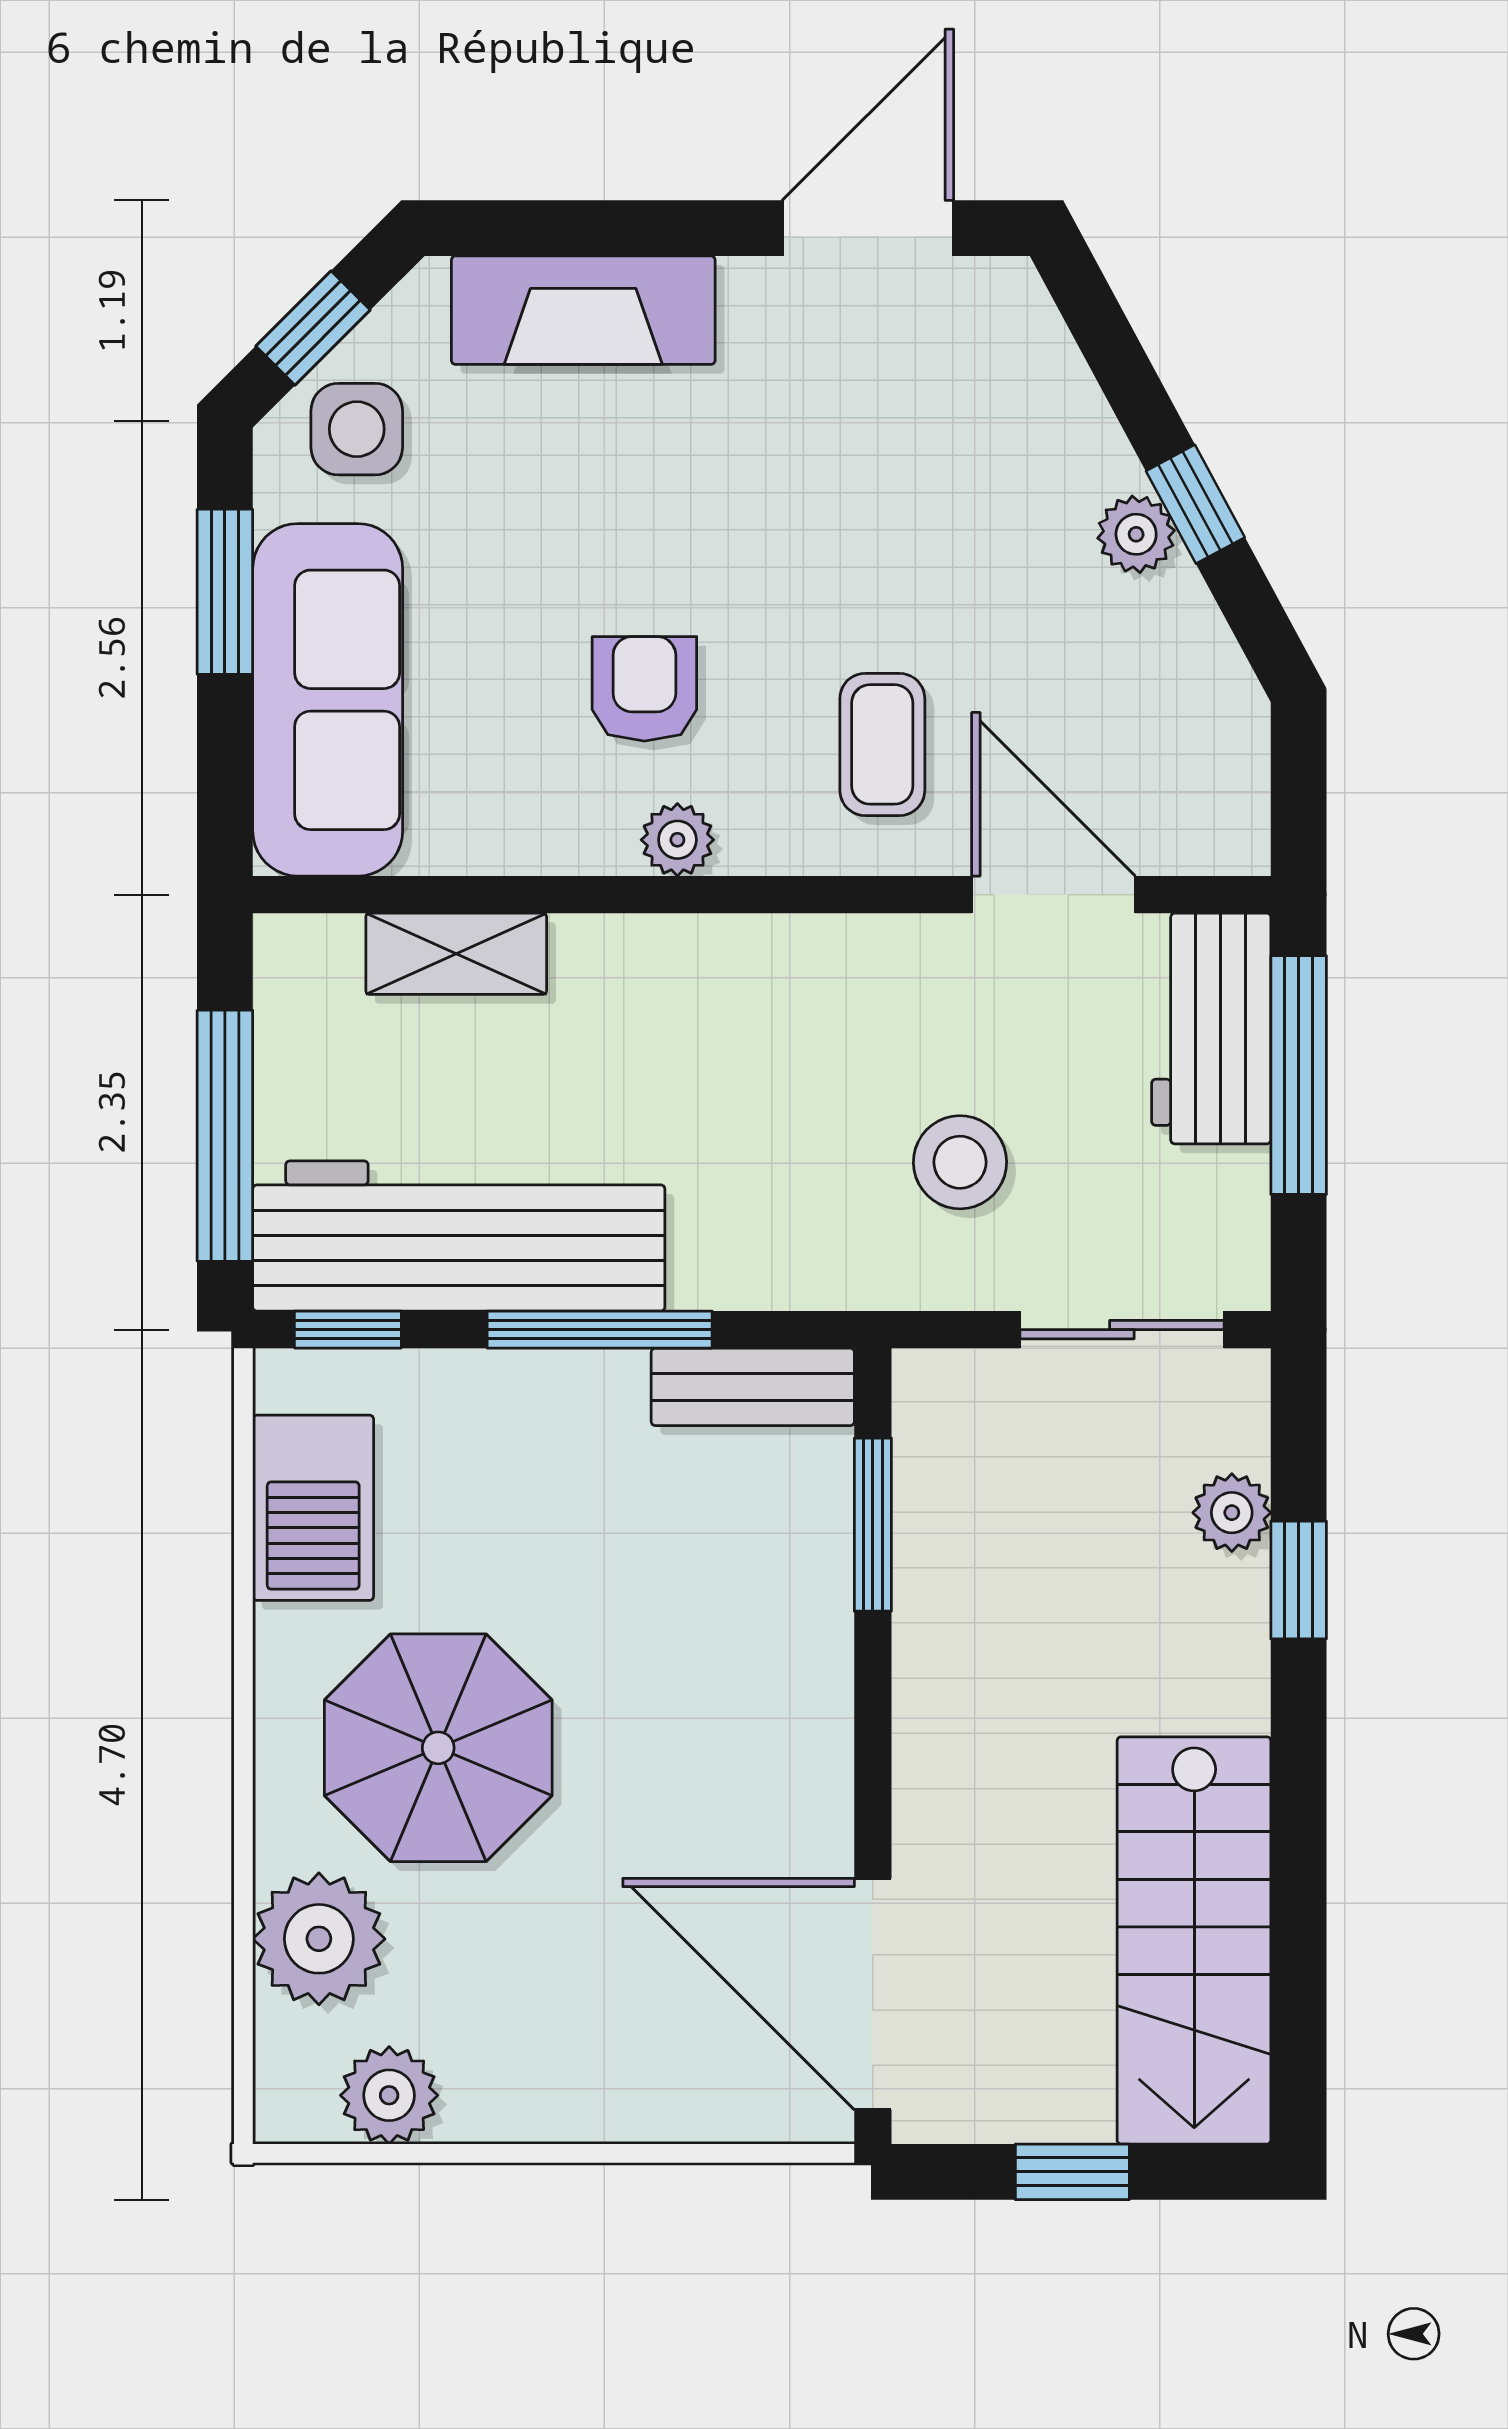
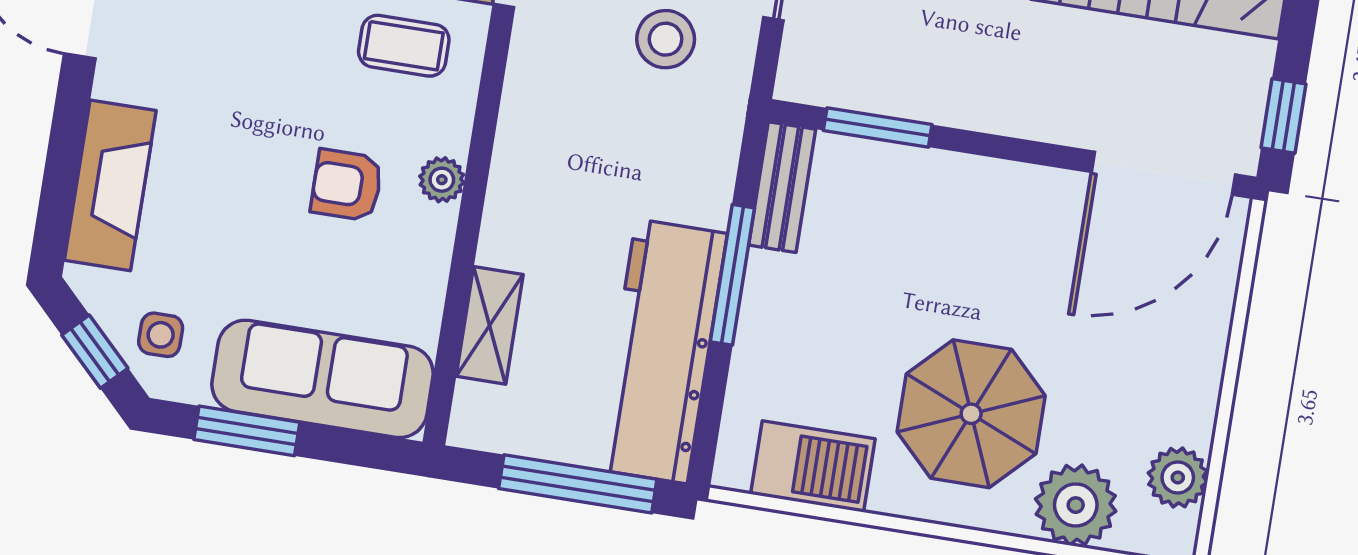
side table: (357, 429) -> (161, 335), width x0.73, depth x0.73
window: (348, 1330) -> (708, 428), removed
window: (1072, 2172) -> (1284, 116), moved

